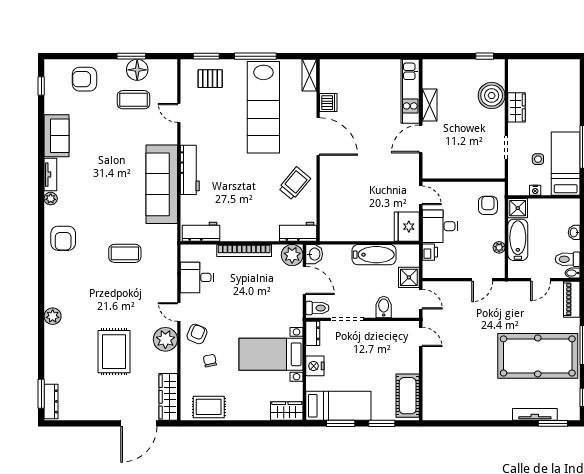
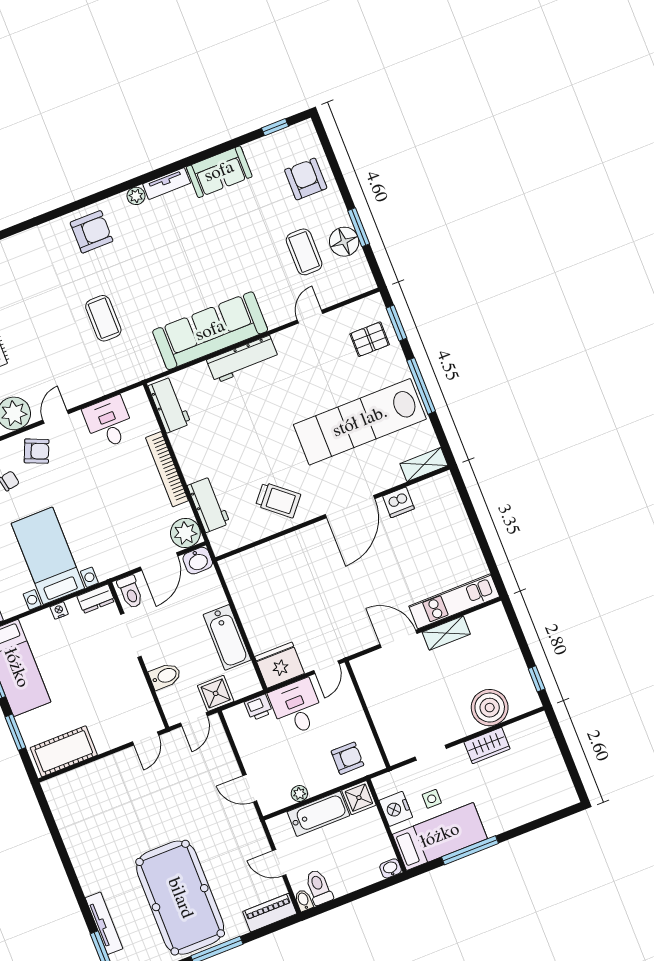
pallet: (210, 79) -> (370, 339), turned 90
nightstand: (535, 190) -> (396, 809), width x1.89, depth x1.79
workbench: (298, 232) -> (209, 504), moved
washbasin: (574, 232) -> (391, 868), moved
armchair: (63, 238) -> (92, 232), turned 180
nightstand: (315, 366) -> (59, 610), width x0.53, depth x0.56

